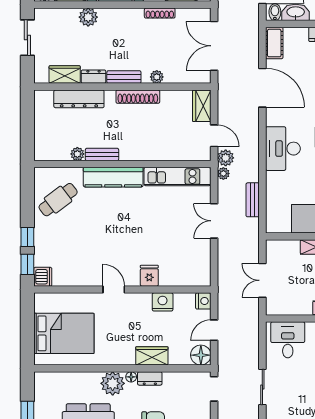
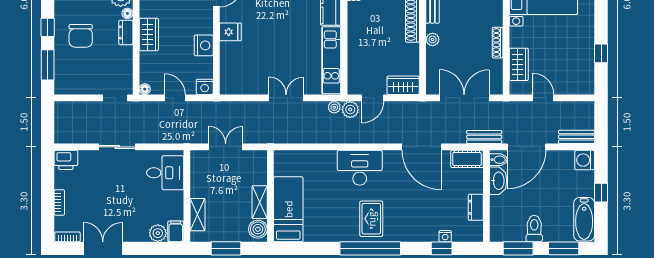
door: (262, 88) -> (422, 147), hinge flipped
bench: (253, 200) -> (484, 137), moved
floor lamp: (201, 355) -> (145, 89), width x0.53, depth x0.53

